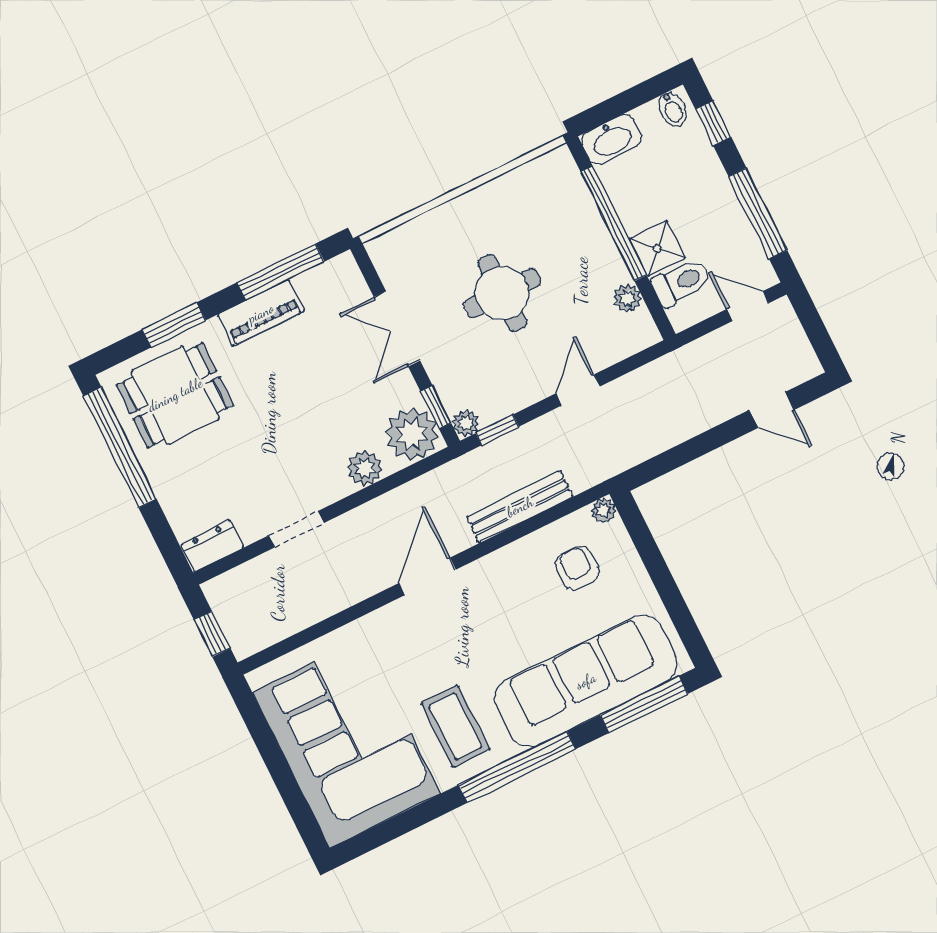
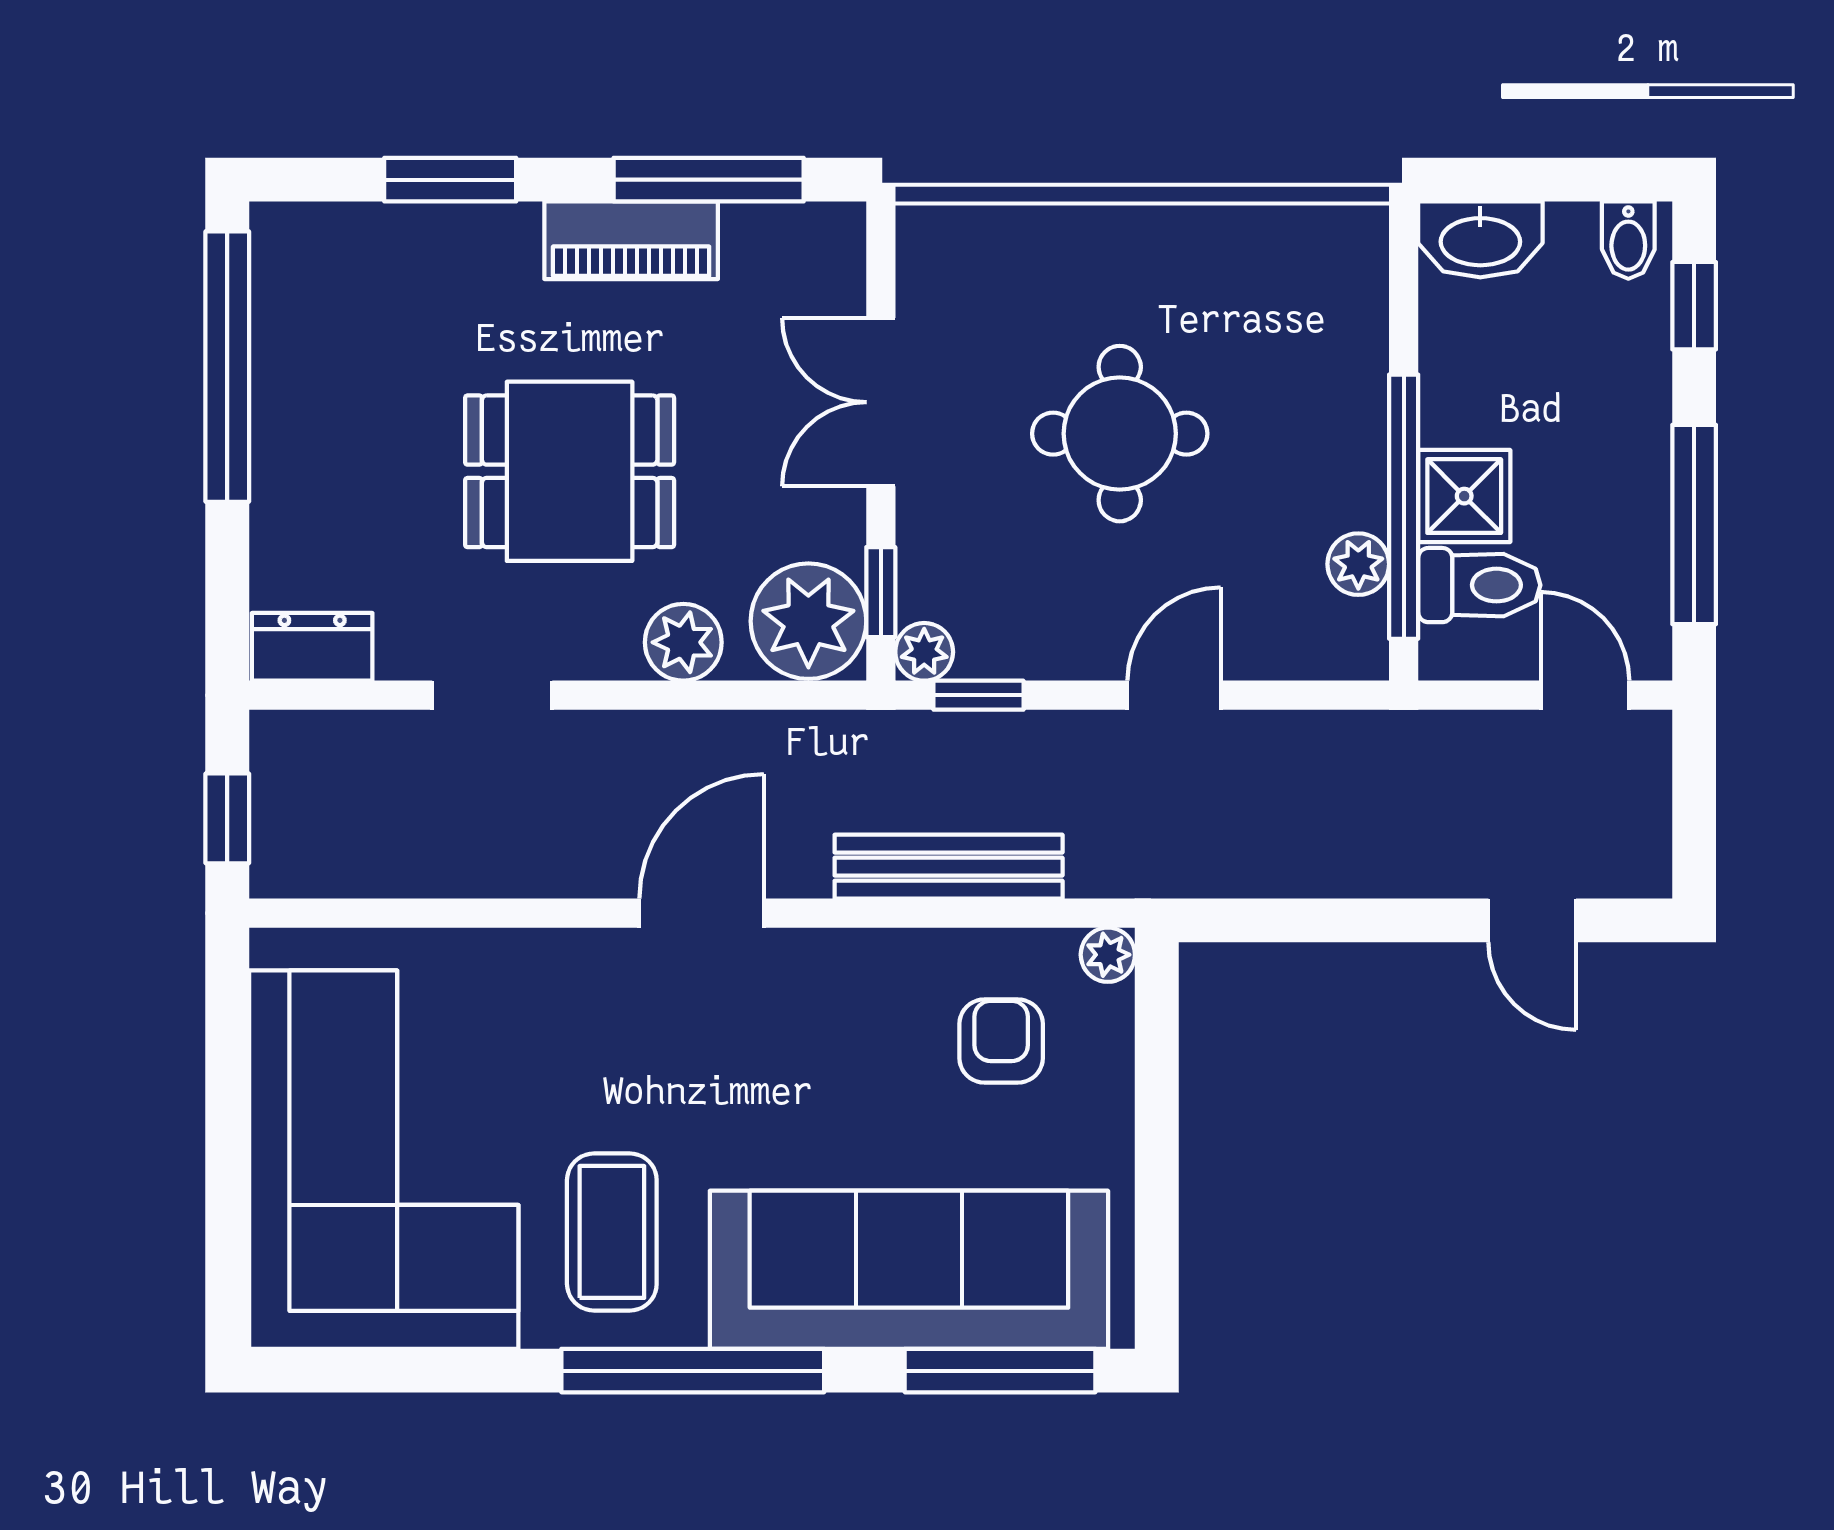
window: (614, 224) -> (1404, 507), moved
dining table: (175, 395) -> (570, 471), moved

